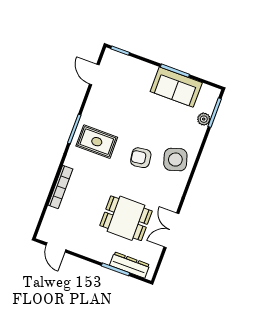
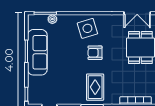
sofa: (176, 87) -> (37, 52), width x1.36
armchair: (141, 158) -> (95, 53), turned 98

